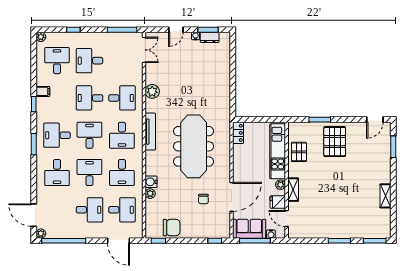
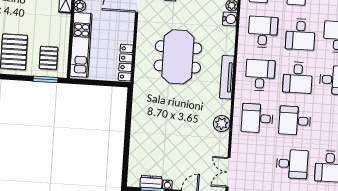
desk: (89, 98) -> (295, 121), turned 180
window: (320, 120) -> (45, 79), moved
locker: (238, 133) -> (126, 63), width x1.53
meeting table: (194, 146) -> (178, 57), width x0.73
pallet: (299, 152) -> (48, 58), moved

